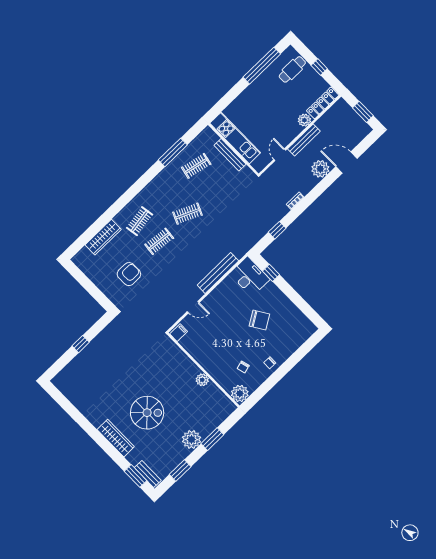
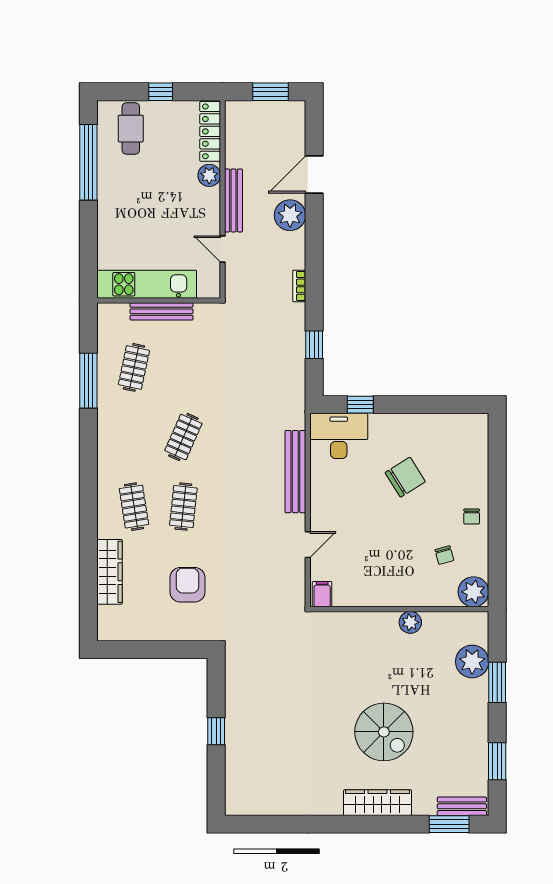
spiral stairs: (147, 413) -> (384, 732), turned 90
plant: (192, 439) -> (472, 662), moved

